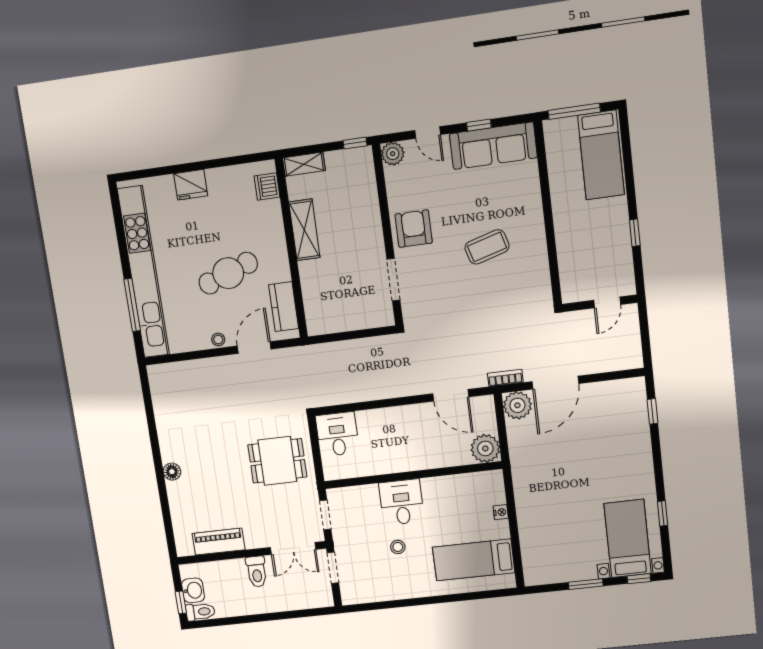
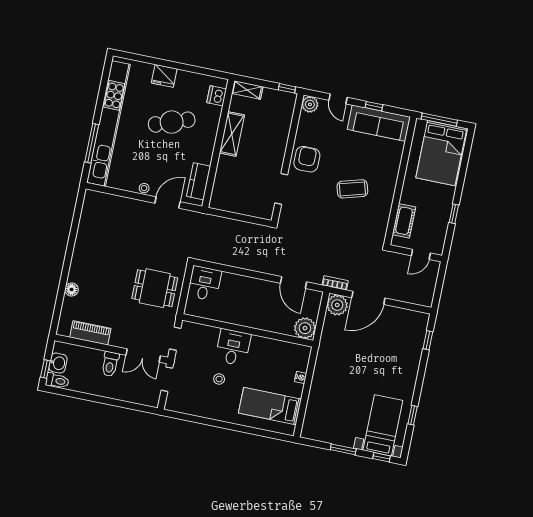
bed: (601, 155) -> (441, 153), width x1.50
cot: (570, 265) -> (404, 221), added
cafe table: (228, 273) -> (172, 122), moved
floor lamp: (172, 472) -> (72, 289), moved

